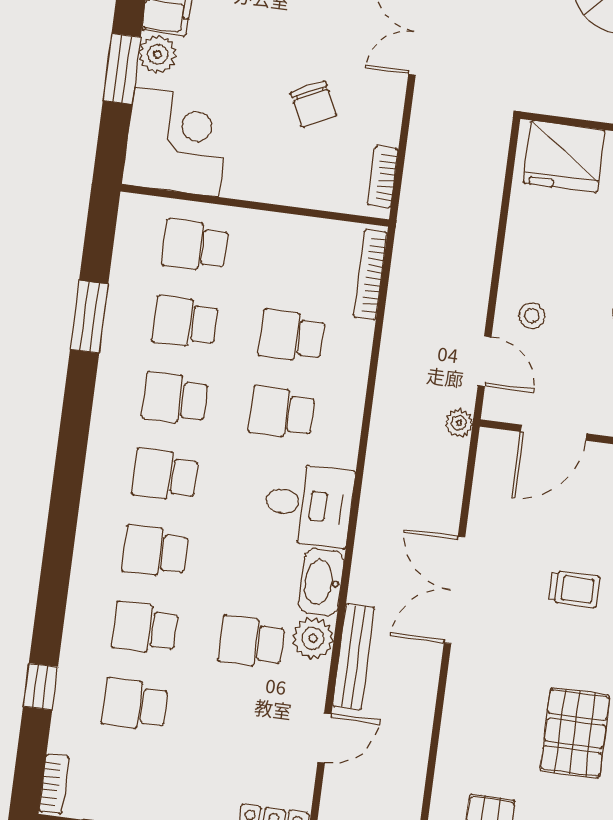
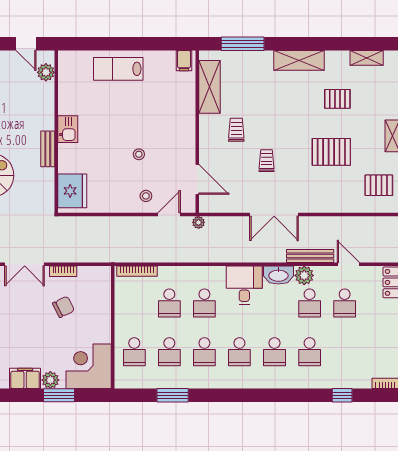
bookcase: (383, 177) -> (63, 271), moved
school desk: (135, 705) -> (345, 303), moved

